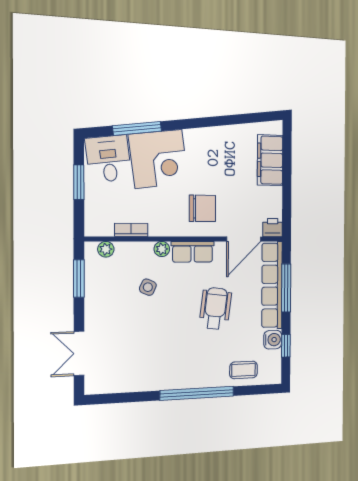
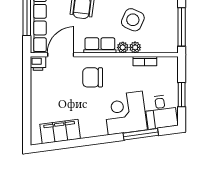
filing cabinet: (270, 160) -> (60, 131), moved, turned -98
plant: (106, 249) -> (135, 47), moved
window: (79, 278) -> (182, 27), width x1.44
side table: (148, 287) -> (133, 20), width x1.87, depth x1.87

